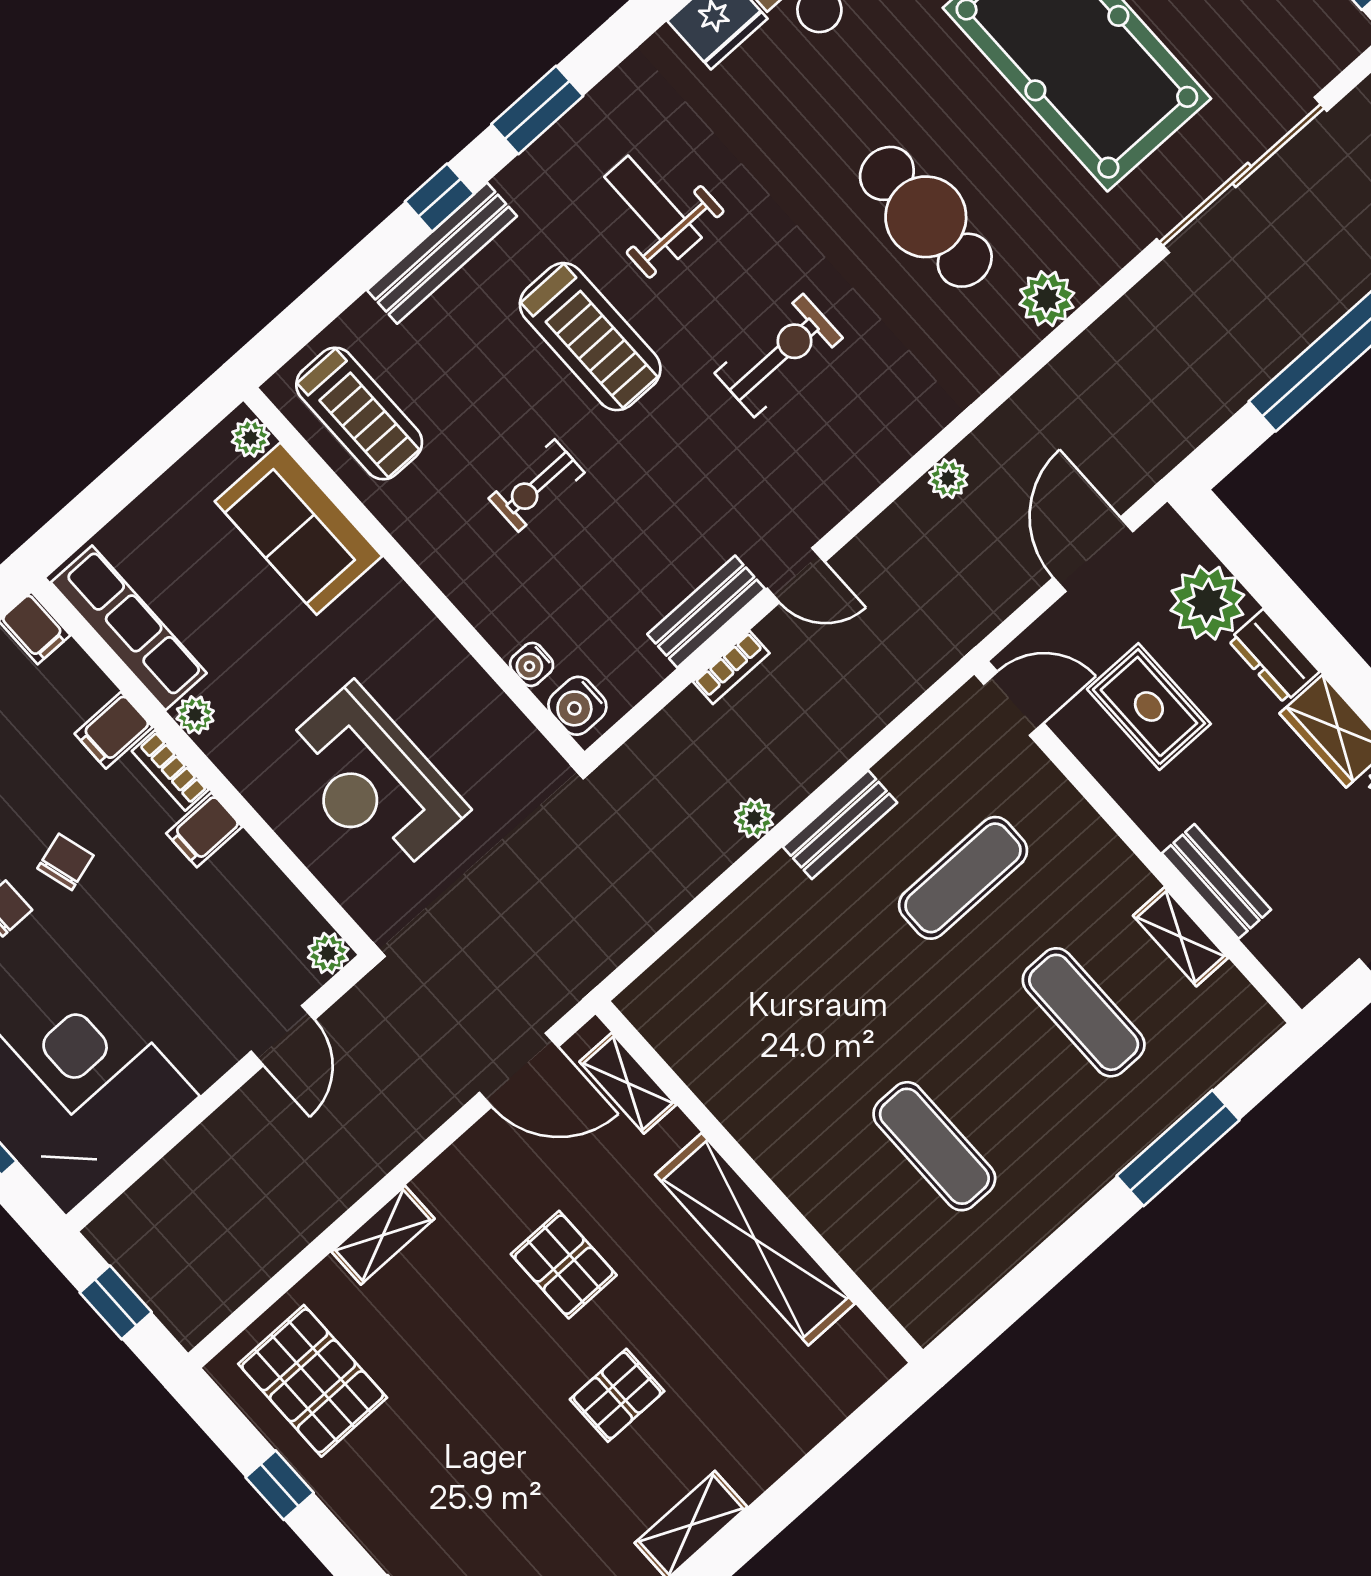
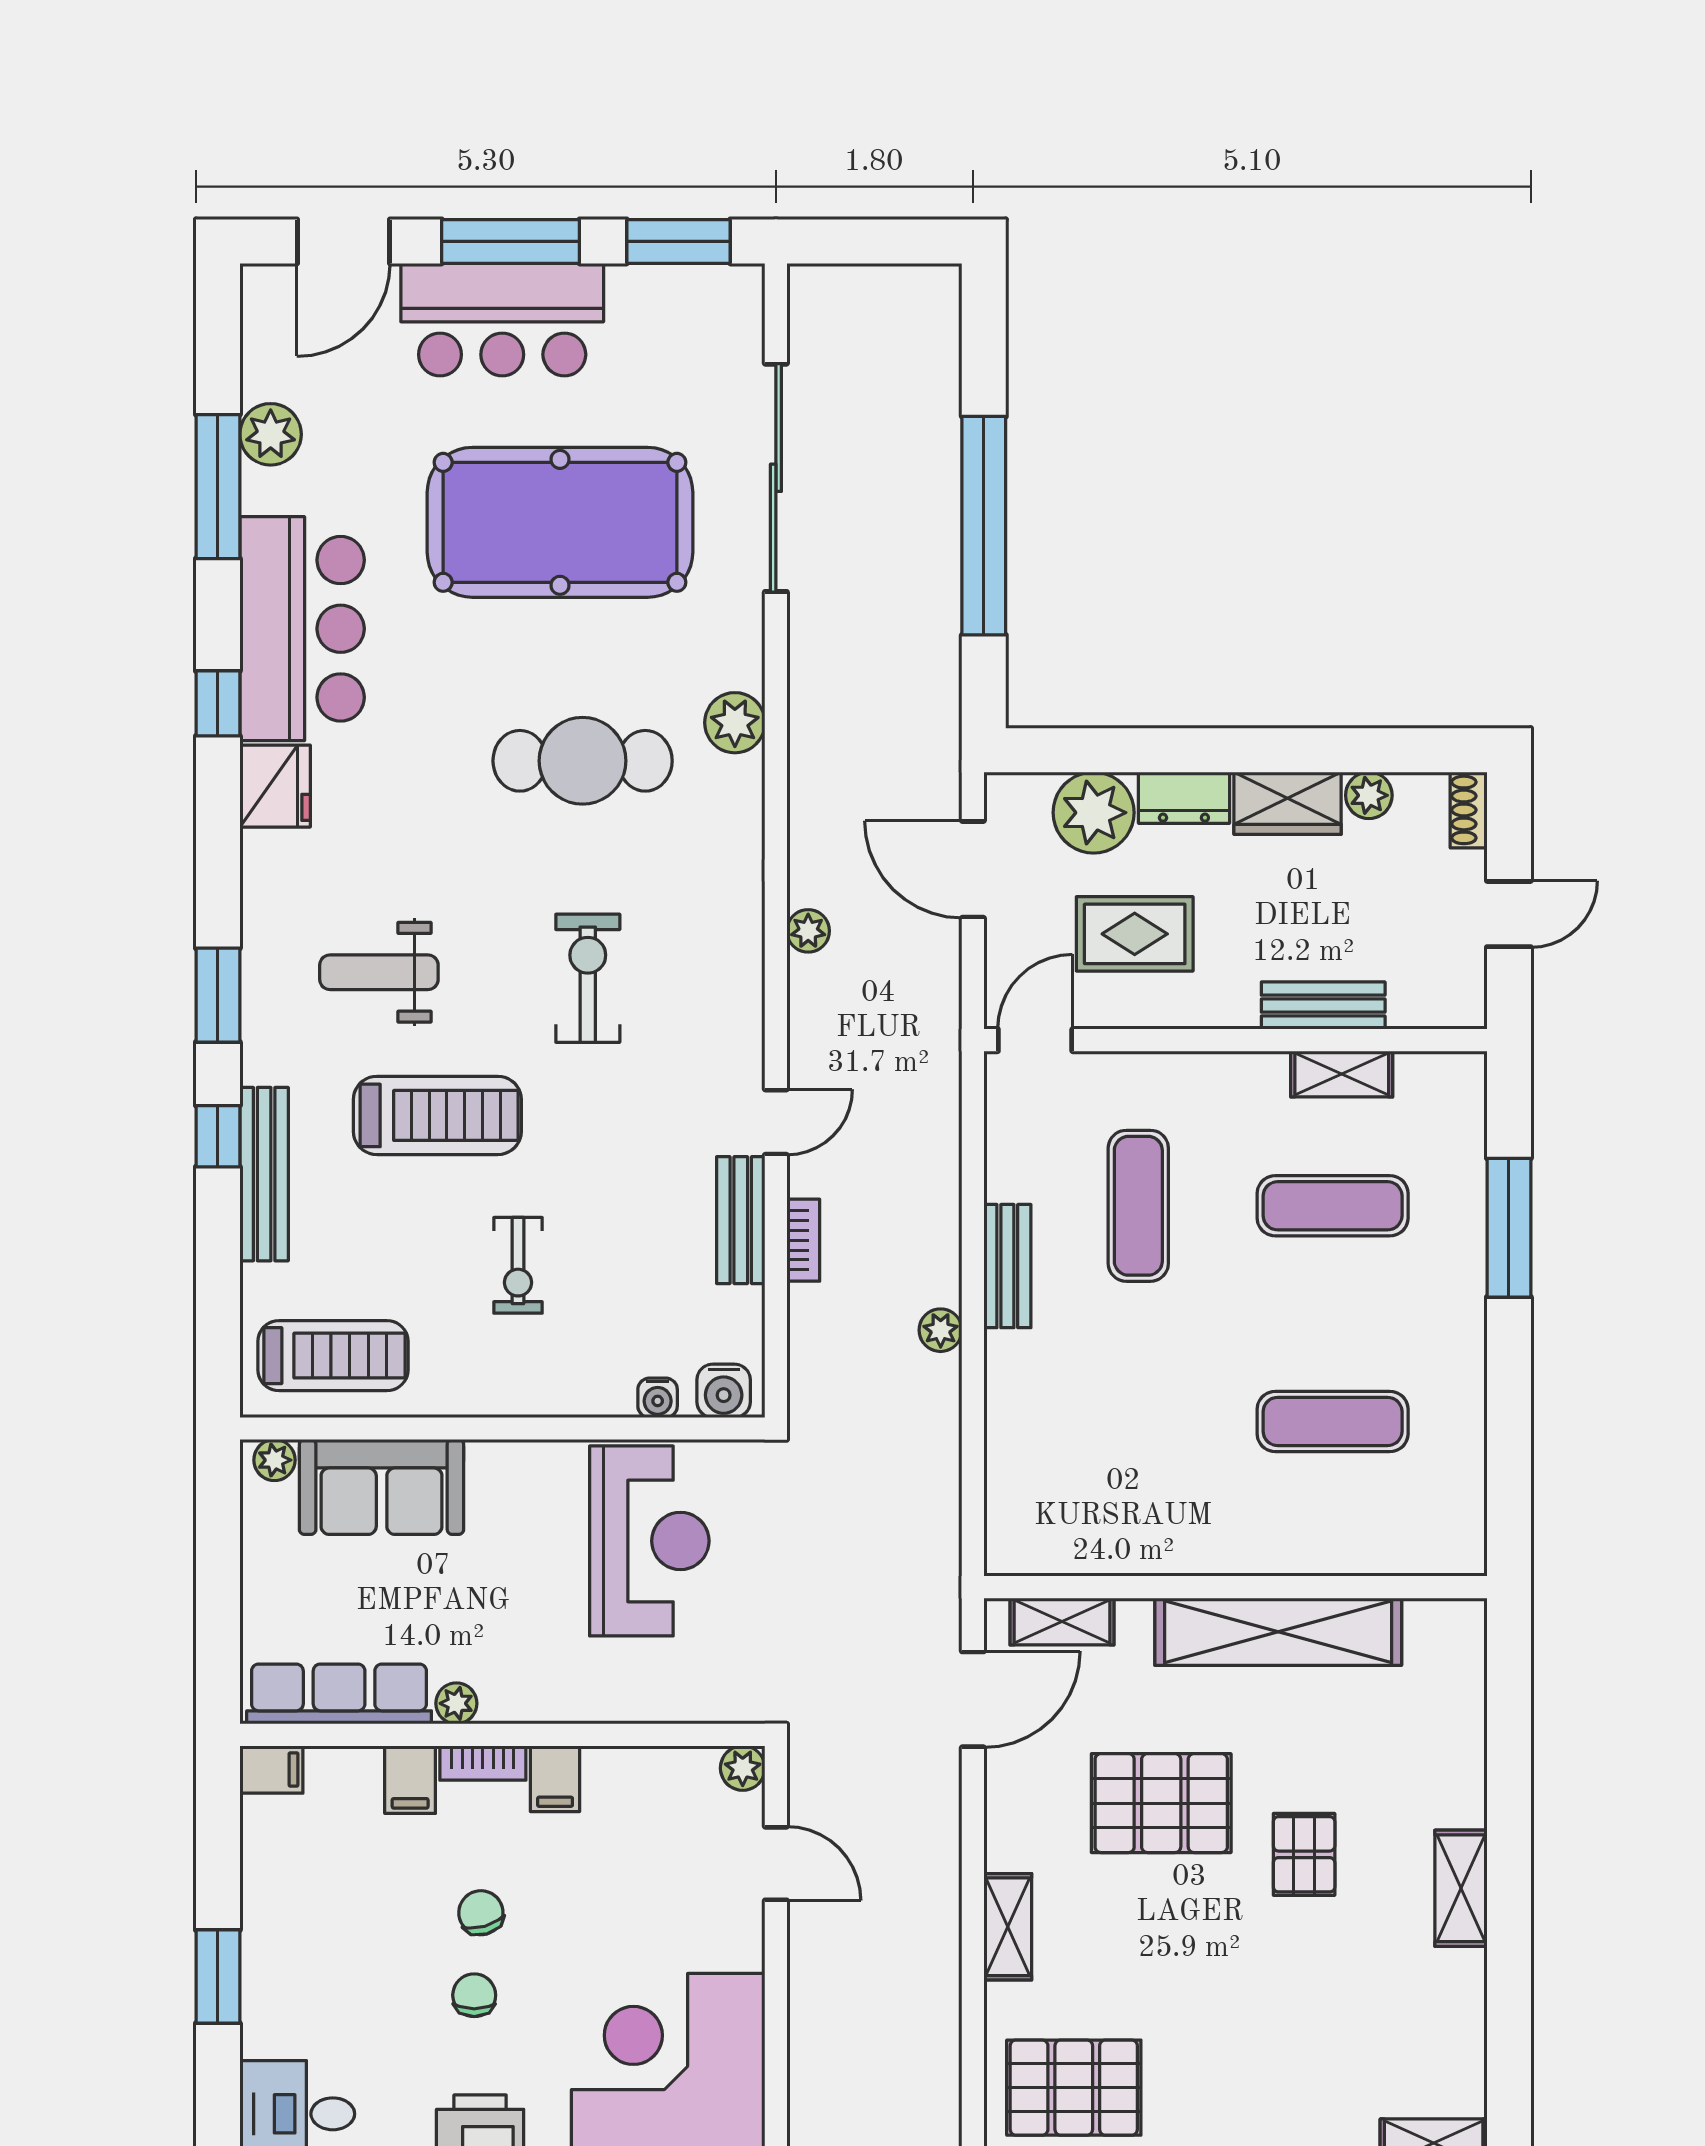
reception desk: (372, 781) -> (649, 1541), moved, turned -90
pallet: (564, 1265) -> (1161, 1803), width x1.50, depth x1.42

